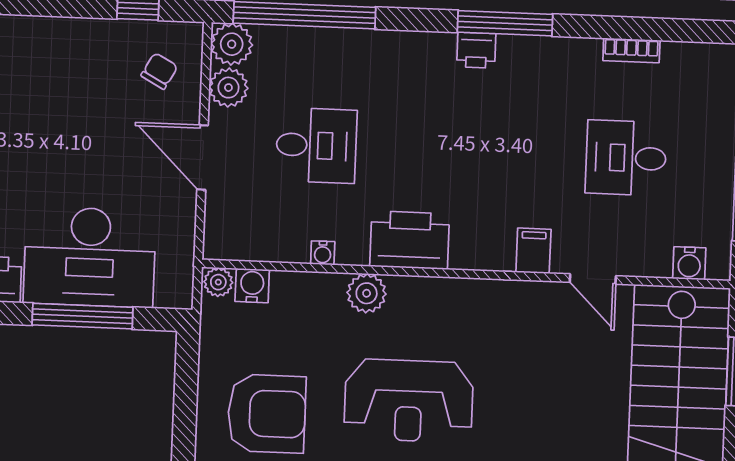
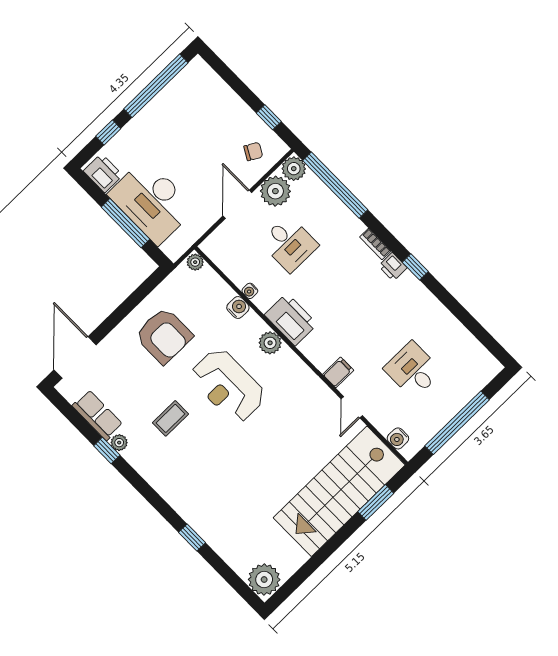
window: (505, 23) -> (415, 267), width x0.46
bookcase: (631, 50) -> (375, 244), moved
plant: (228, 88) -> (275, 191), width x1.36, depth x1.36
water cooler: (252, 286) -> (238, 308), moved
plant: (367, 293) -> (270, 343), moved

